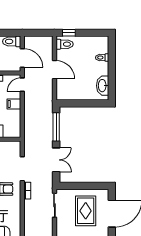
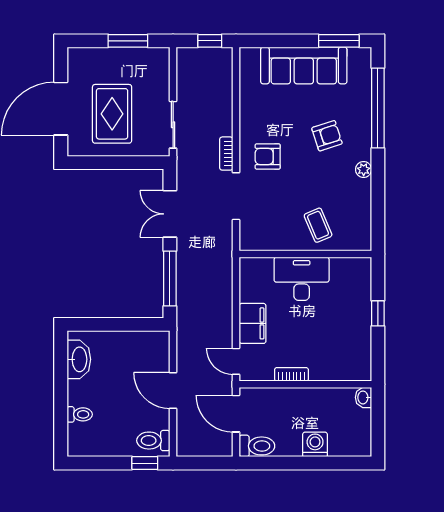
door: (22, 85) -> (236, 361), swing flipped
filing cabinet: (14, 104) -> (253, 323), width x2.00

